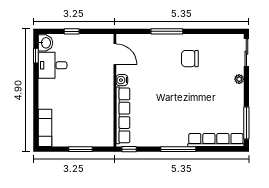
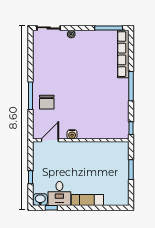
chair: (190, 59) -> (47, 102), moved
row of seats: (123, 115) -> (102, 133), removed
exam couch: (45, 128) -> (87, 200), moved

